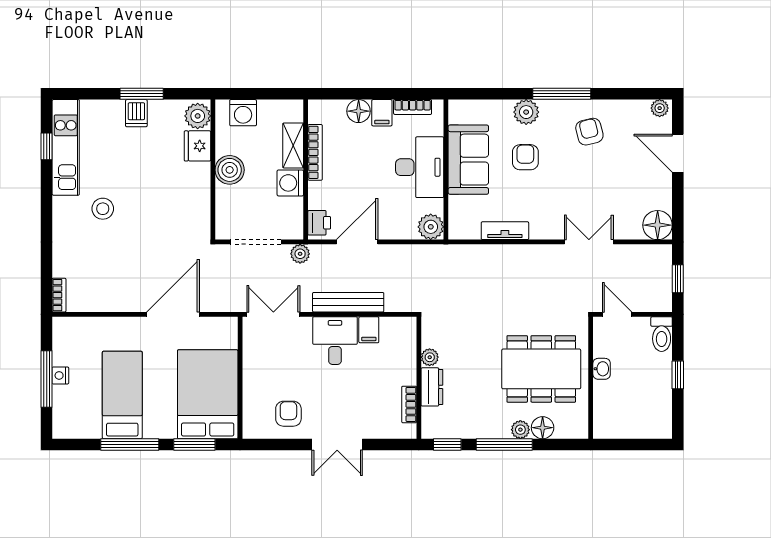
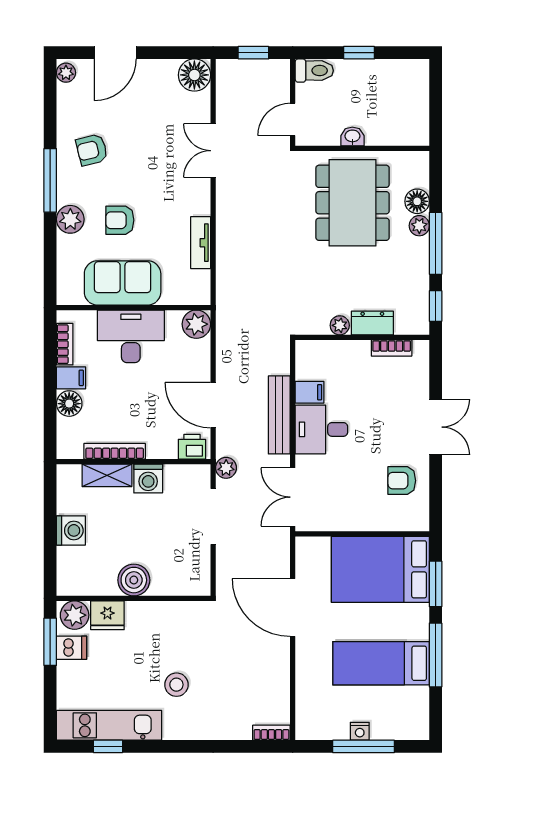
plant: (198, 116) -> (75, 615), moved
fridge: (198, 146) -> (107, 615), moved
wall: (213, 170) -> (133, 598), moved
boiler: (230, 170) -> (134, 580), moved

